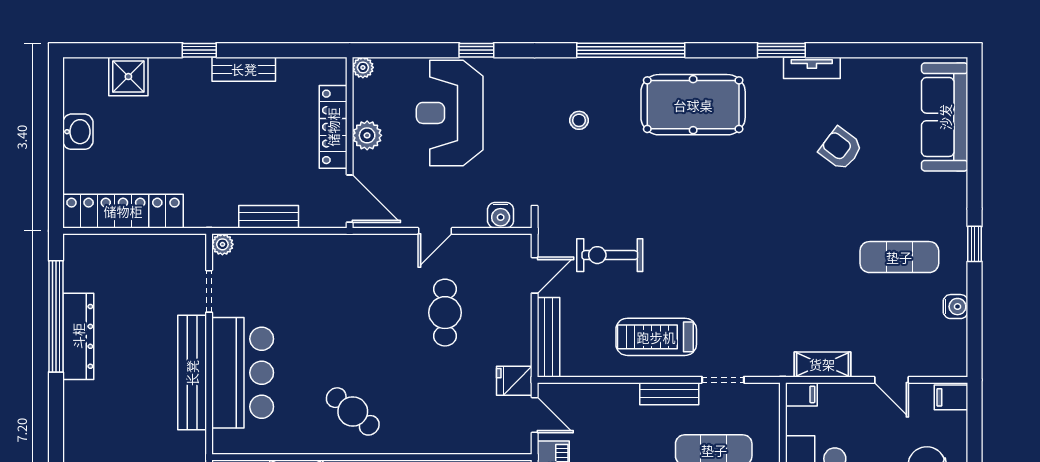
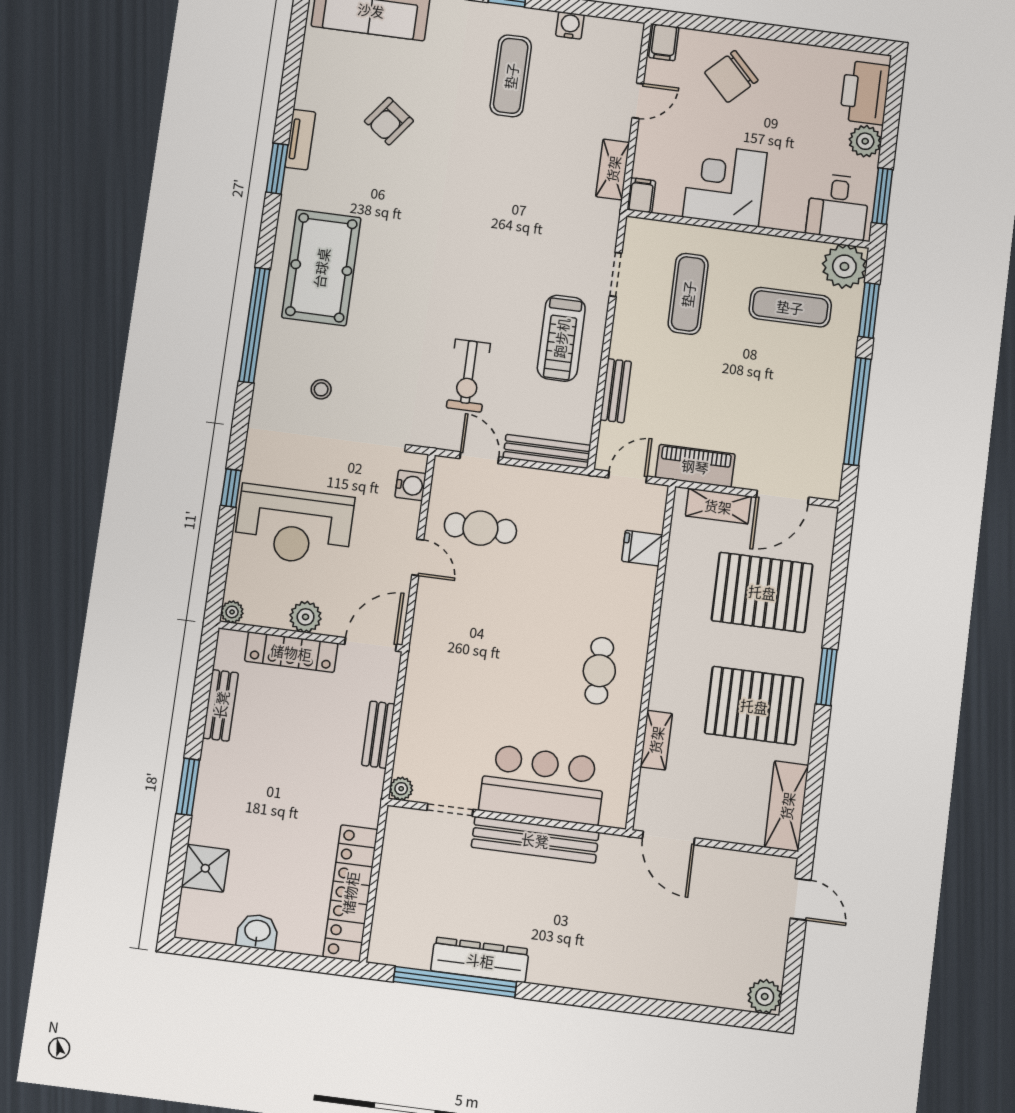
window: (199, 50) -> (188, 787), width x1.50
bench: (244, 69) -> (221, 705), moved
cafe table: (445, 313) -> (480, 528), moved
fridge: (514, 381) -> (642, 548), moved, turned 90
bench: (669, 394) -> (616, 391), moved
cafe table: (353, 411) -> (599, 671), turned -40

